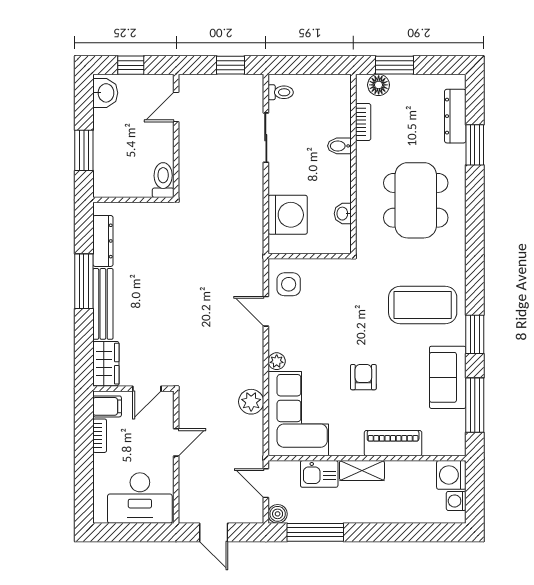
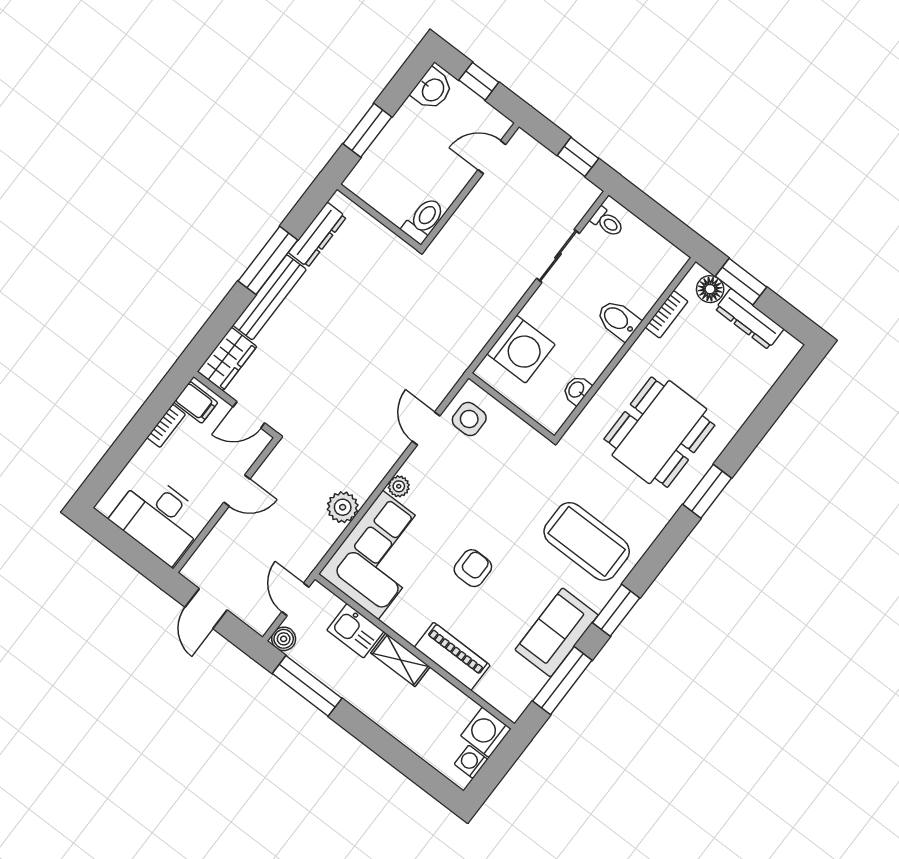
dresser: (455, 116) -> (750, 319), moved, turned -90
window: (475, 145) -> (707, 491), moved
bidet: (339, 146) -> (618, 320), width x1.38, depth x1.36

